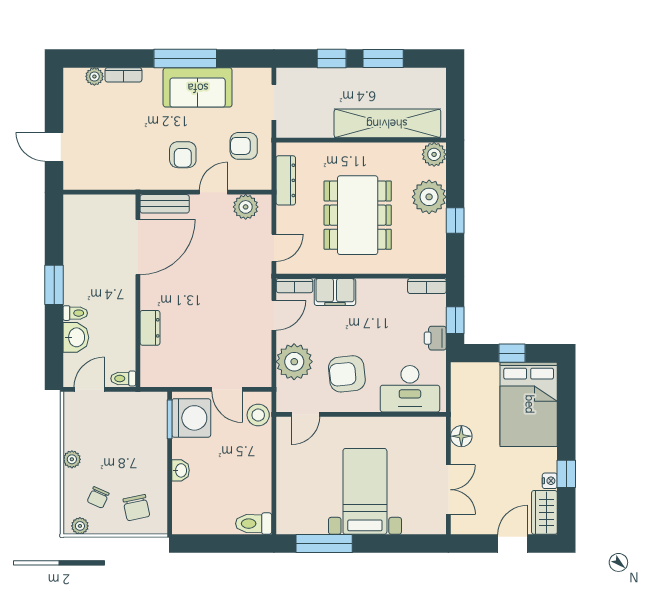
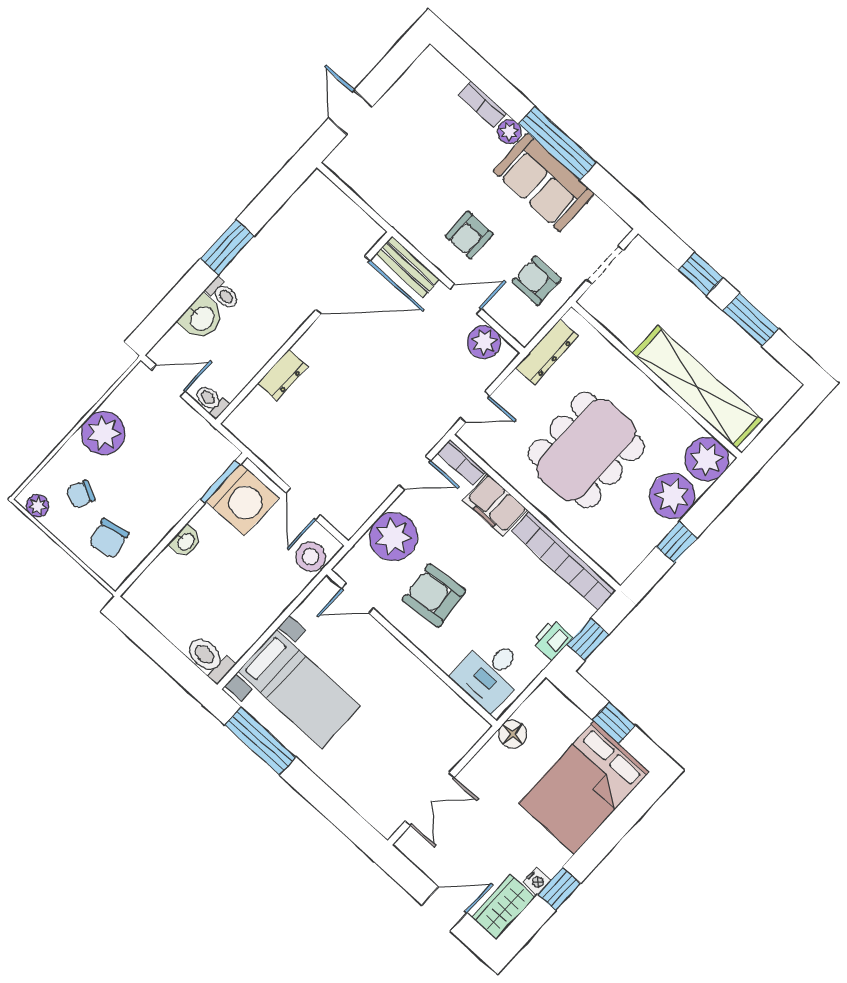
plant: (94, 76) -> (509, 132), moved
plant: (434, 154) -> (707, 459), width x1.36, depth x1.36
bookcase: (427, 286) -> (564, 561), width x2.31, depth x1.31
desk: (410, 389) -> (490, 674), width x0.73
floor lamp: (461, 436) -> (513, 734), moved
plant: (72, 459) -> (103, 433), width x1.88, depth x1.88
bed with nightstands: (365, 491) -> (299, 689), moved, turned 90

